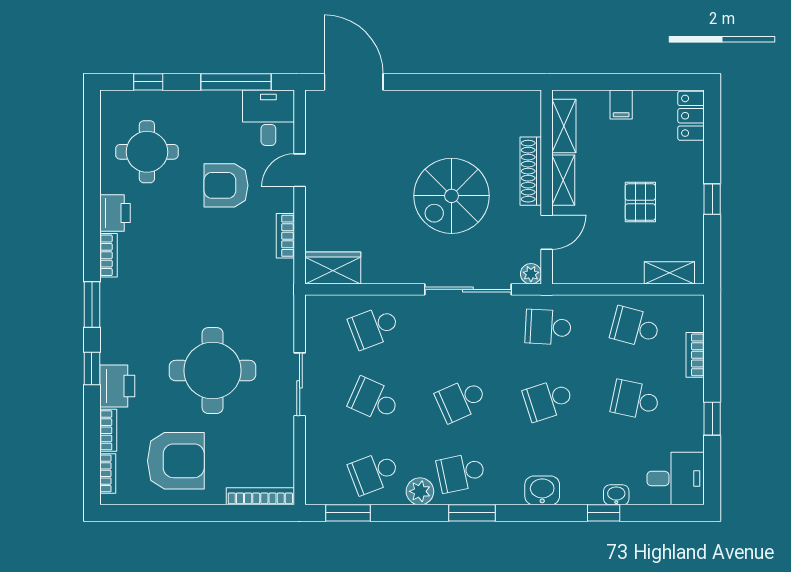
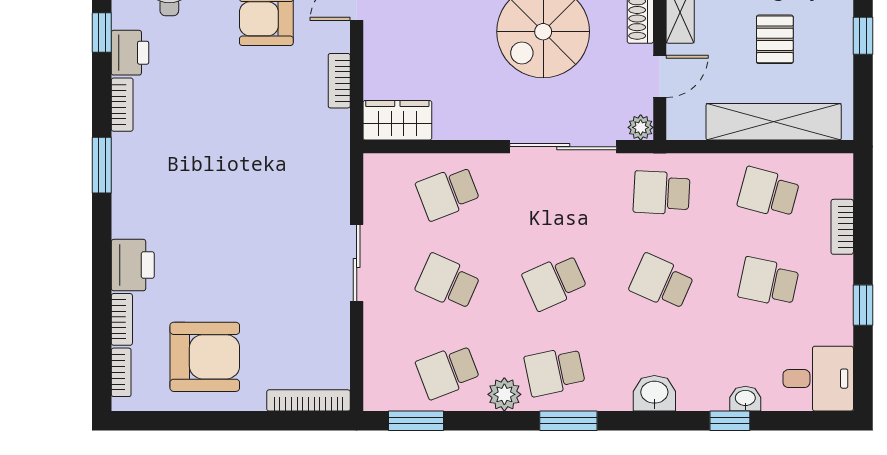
shelving: (669, 273) -> (774, 122), width x2.20, depth x1.33
window: (92, 368) -> (102, 33), moved
round table: (213, 371) -> (250, 246), removed
school desk: (548, 400) -> (662, 282), turned 42

